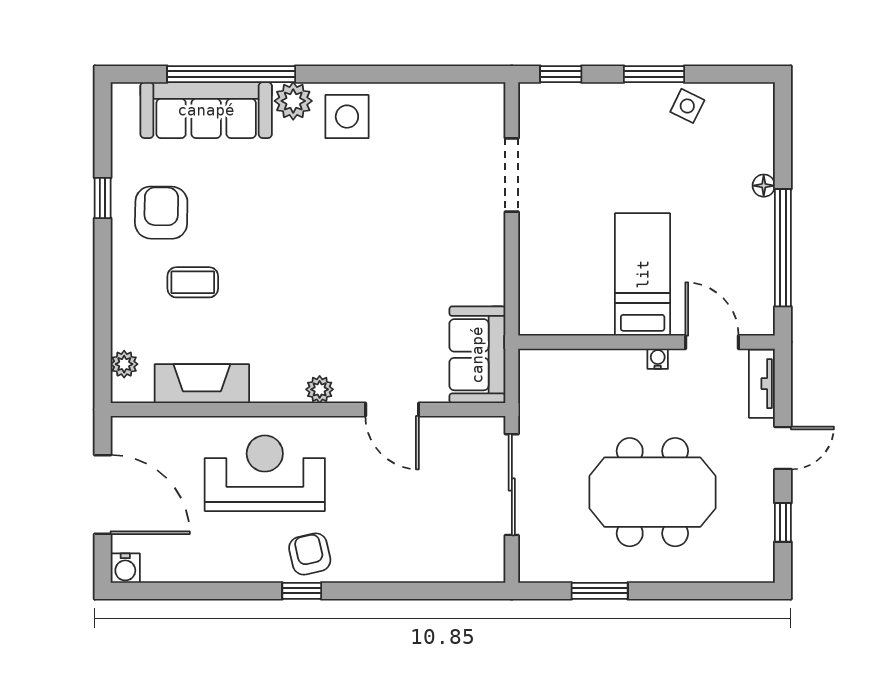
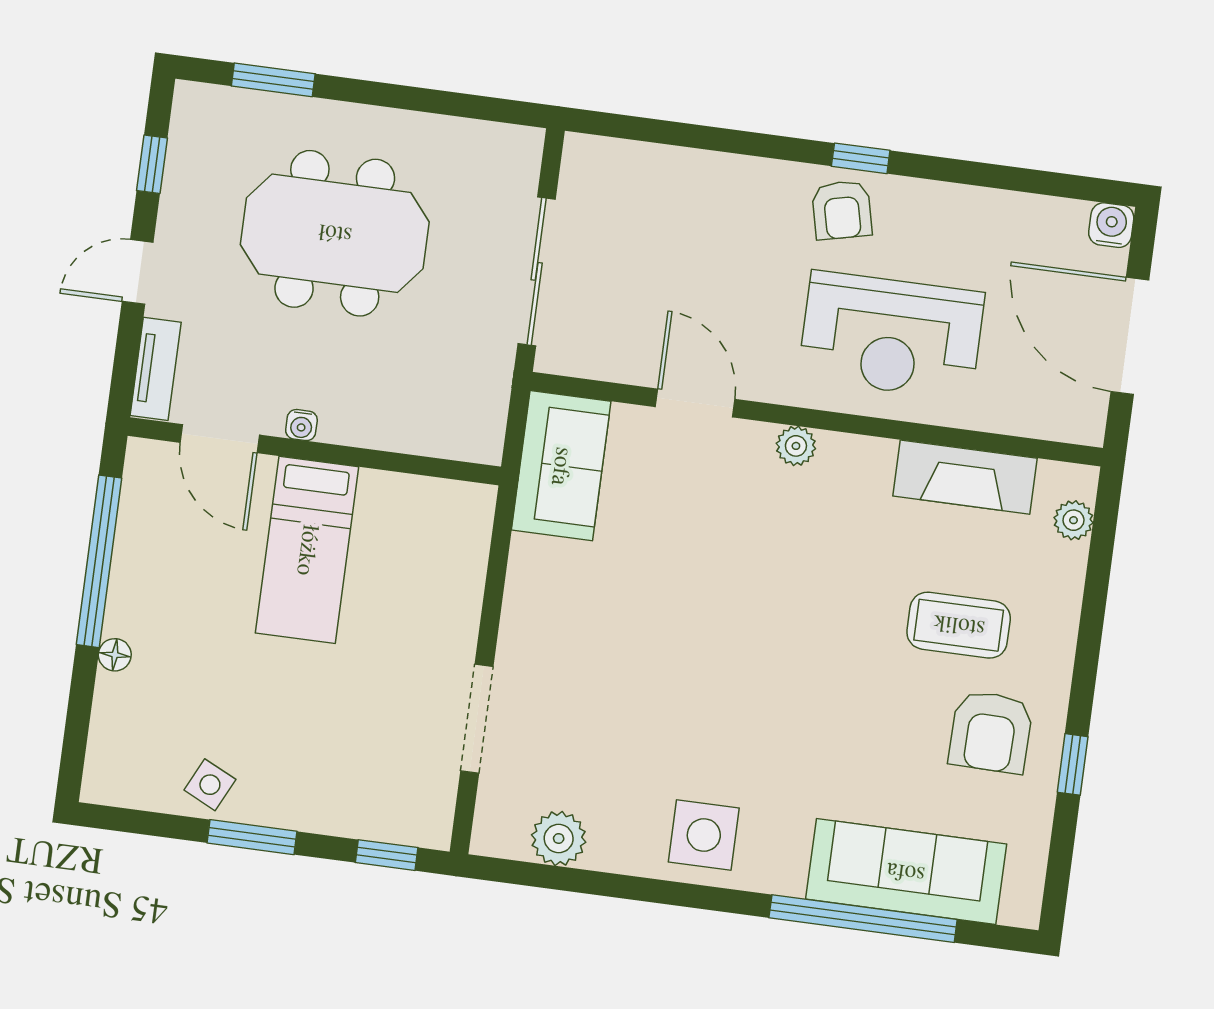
plant: (293, 101) -> (559, 838), moved
coffee table: (193, 282) -> (959, 625), width x1.36, depth x1.30
window: (600, 591) -> (273, 80), moved

